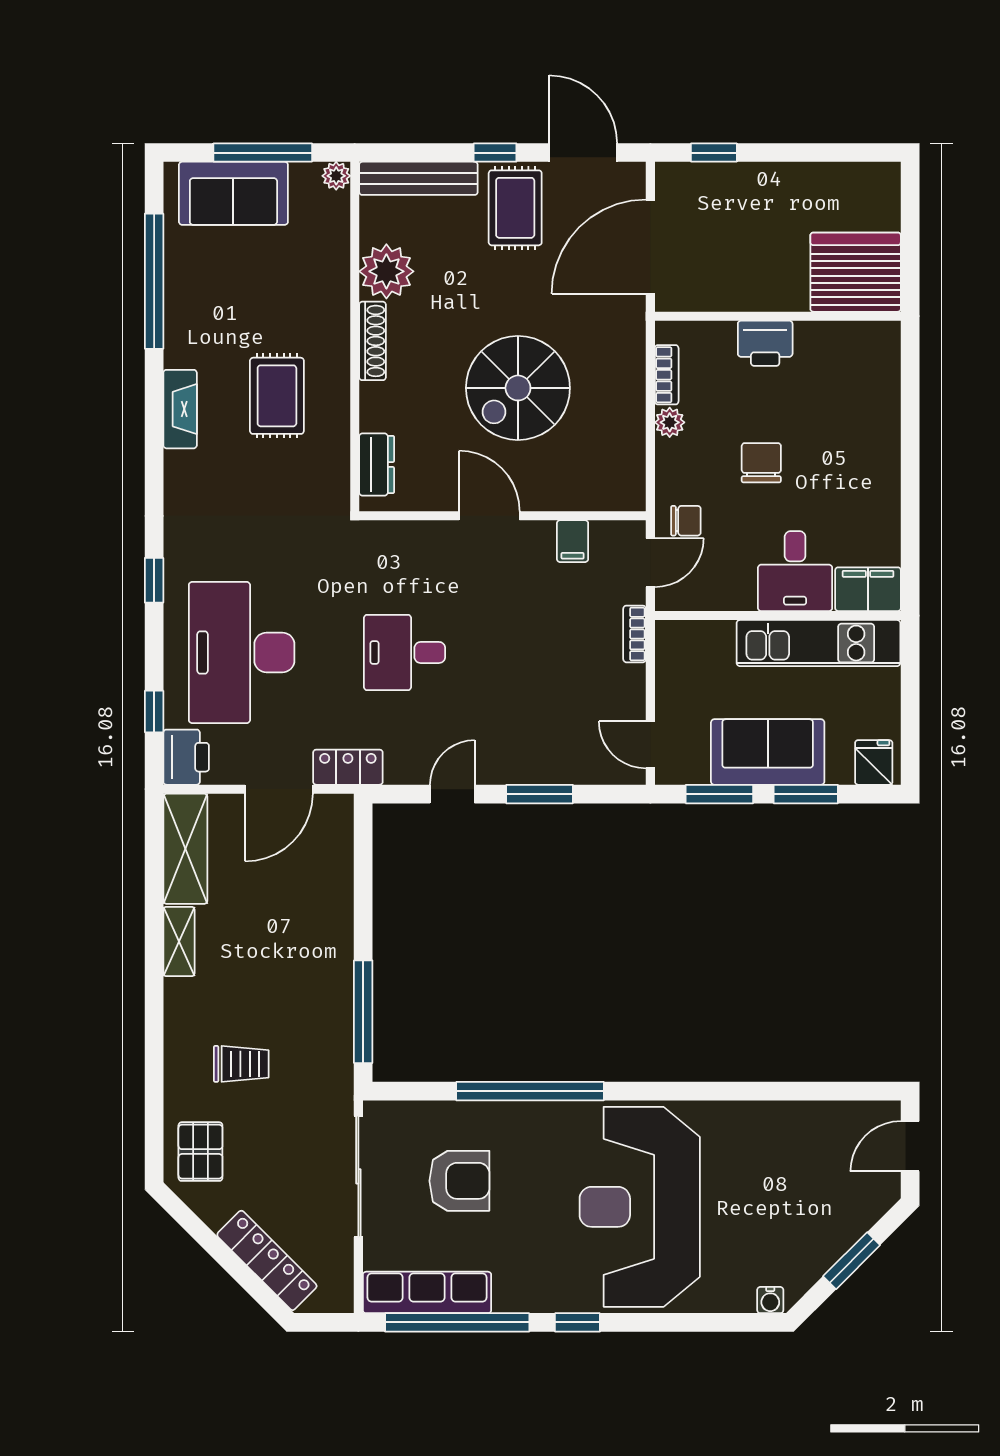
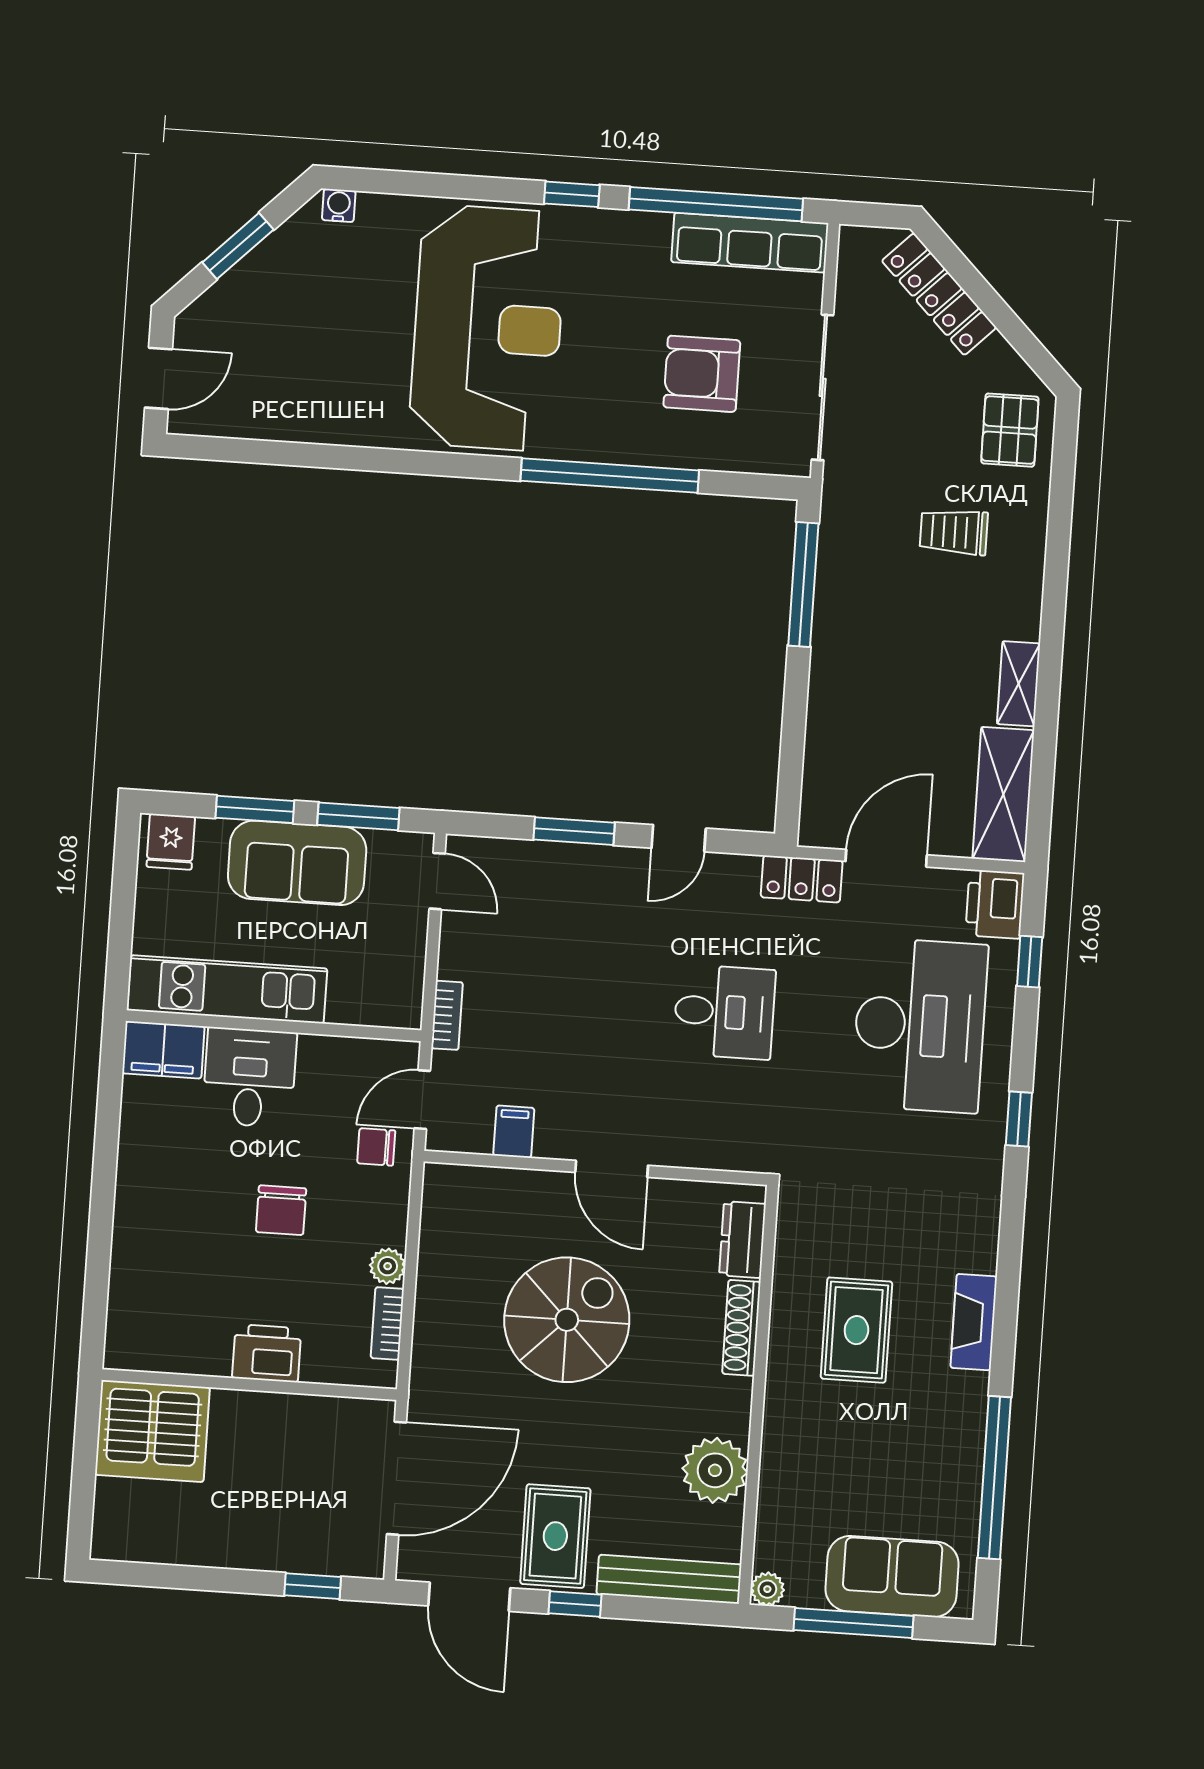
shoe rack: (373, 341) -> (741, 1328), moved

